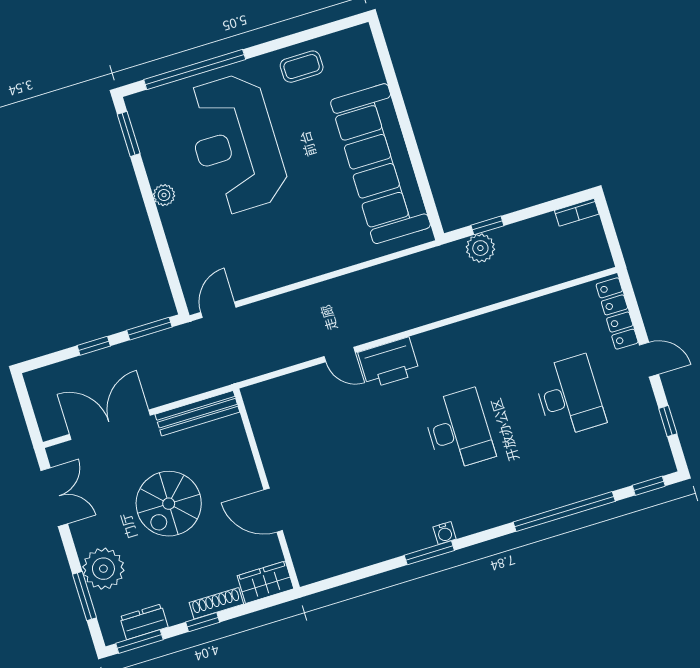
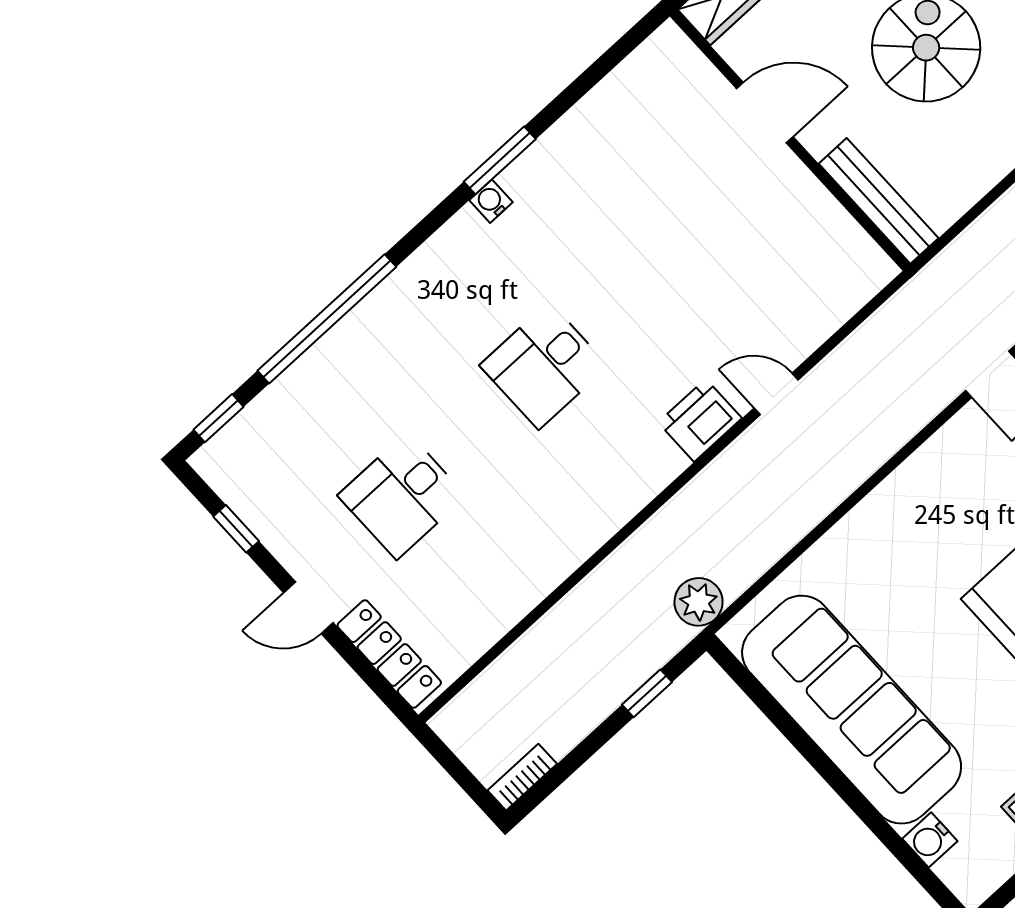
water cooler: (372, 73) -> (930, 840), added
plant: (480, 248) -> (699, 602), moved
printer: (389, 363) -> (700, 420), width x0.73, depth x0.84
desk: (569, 396) -> (402, 496), width x0.73
bench: (197, 413) -> (879, 201), moved, turned 90
desk: (458, 430) -> (544, 366), width x0.73

